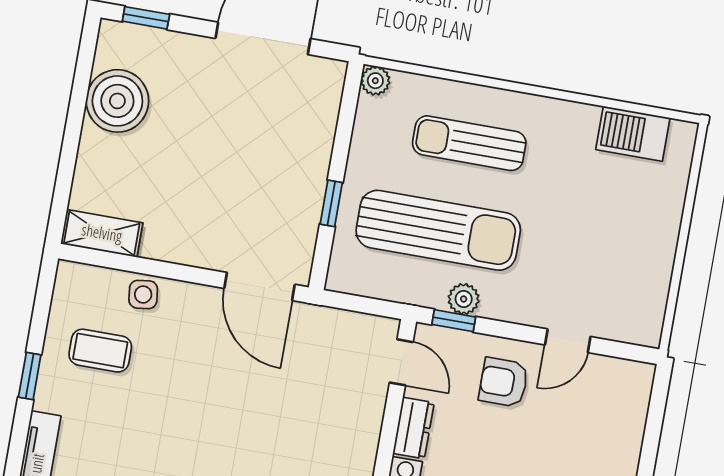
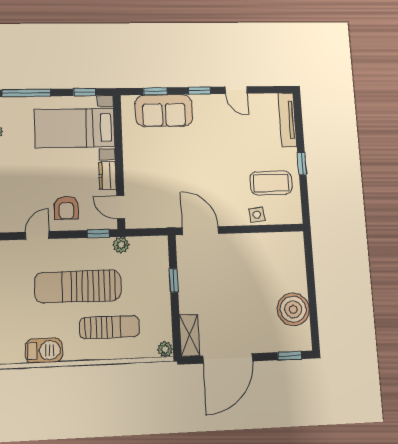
barbecue: (633, 134) -> (44, 350), moved
sun lounger: (438, 230) -> (78, 286), moved
shelving: (102, 233) -> (189, 335), moved, turned 90
plant: (464, 299) -> (121, 245), moved
coffee table: (100, 351) -> (271, 183), width x1.36, depth x1.30
armchair: (504, 382) -> (66, 208), turned 90

